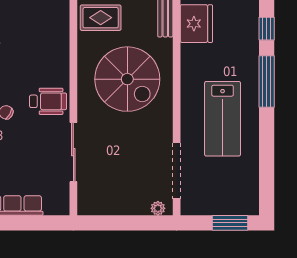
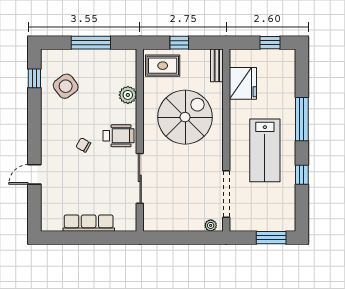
fridge: (196, 24) -> (243, 83), moved
window: (267, 29) -> (302, 175), moved
plant: (59, 53) -> (128, 95), added
spiral stairs: (127, 79) -> (185, 117), turned -90

